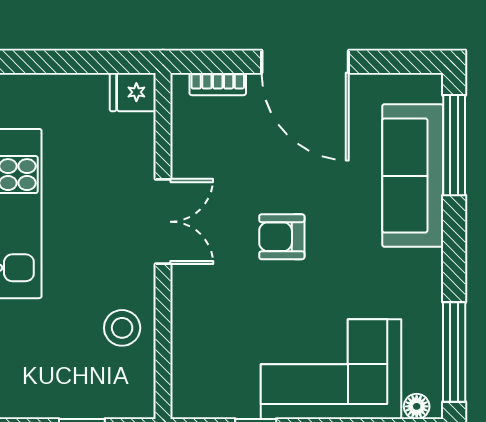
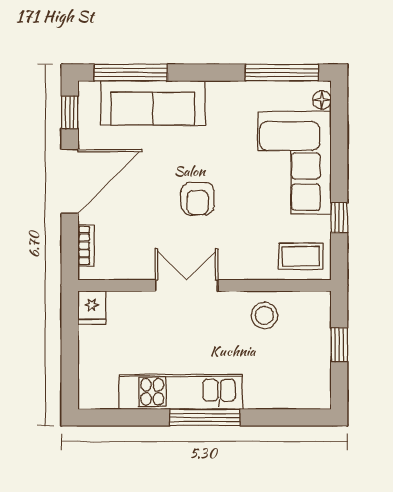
window: (400, 62) -> (70, 112), added
coffee table: (203, 378) -> (301, 256), added

